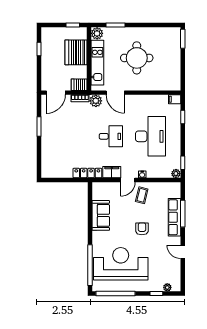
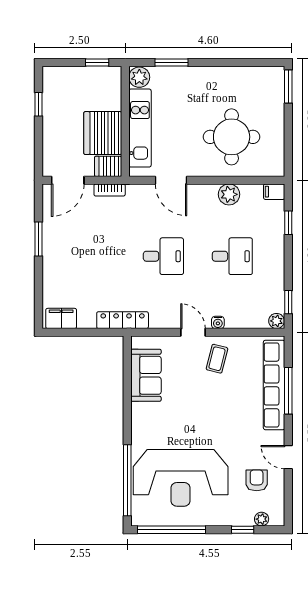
server rack: (76, 52) -> (103, 133), moved
round table: (137, 58) -> (232, 137), moved
plant: (96, 101) -> (229, 194), moved
desk: (150, 136) -> (232, 256), width x0.53, depth x0.77
filing cabinet: (112, 172) -> (61, 318), moved
door: (128, 180) -> (193, 332), swing flipped
sofa: (101, 215) -> (146, 375), moved
row of seats: (175, 217) -> (274, 385), width x1.36
armchair: (142, 229) -> (257, 480), moved
reception desk: (121, 264) -> (181, 478), turned 180

